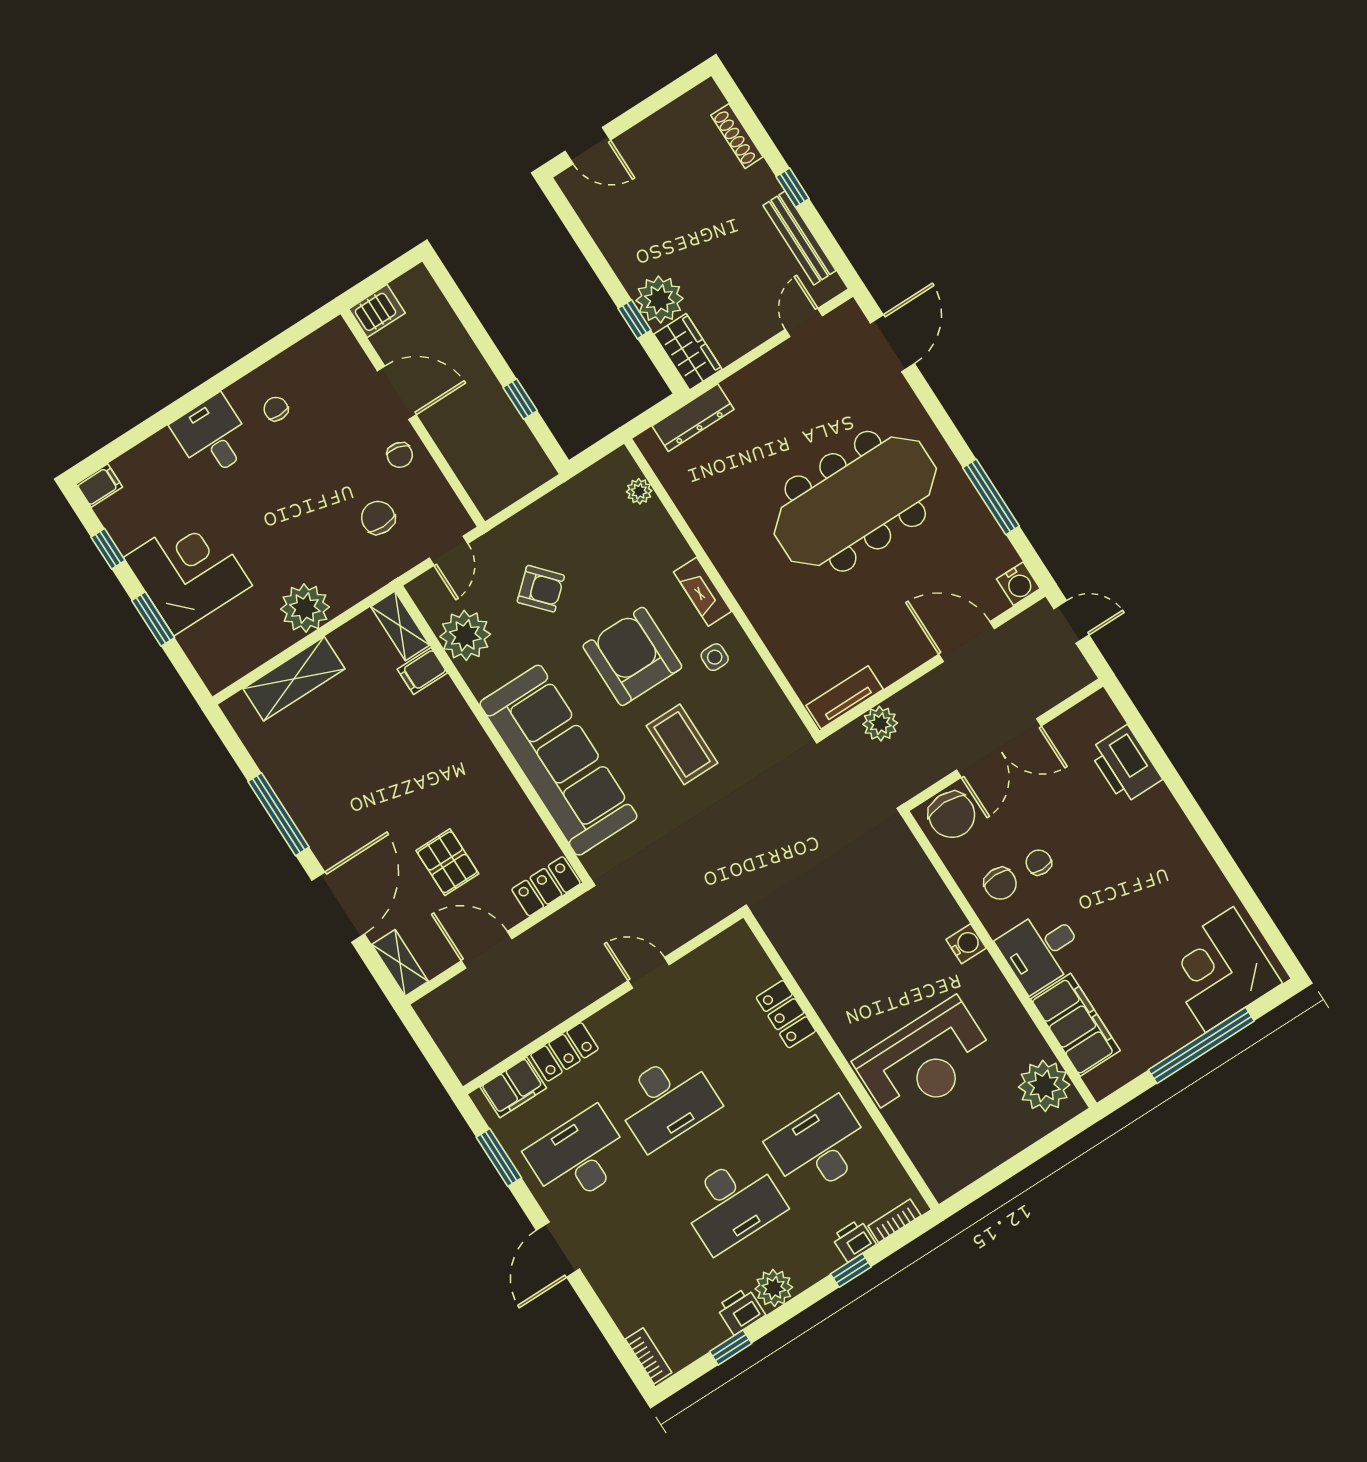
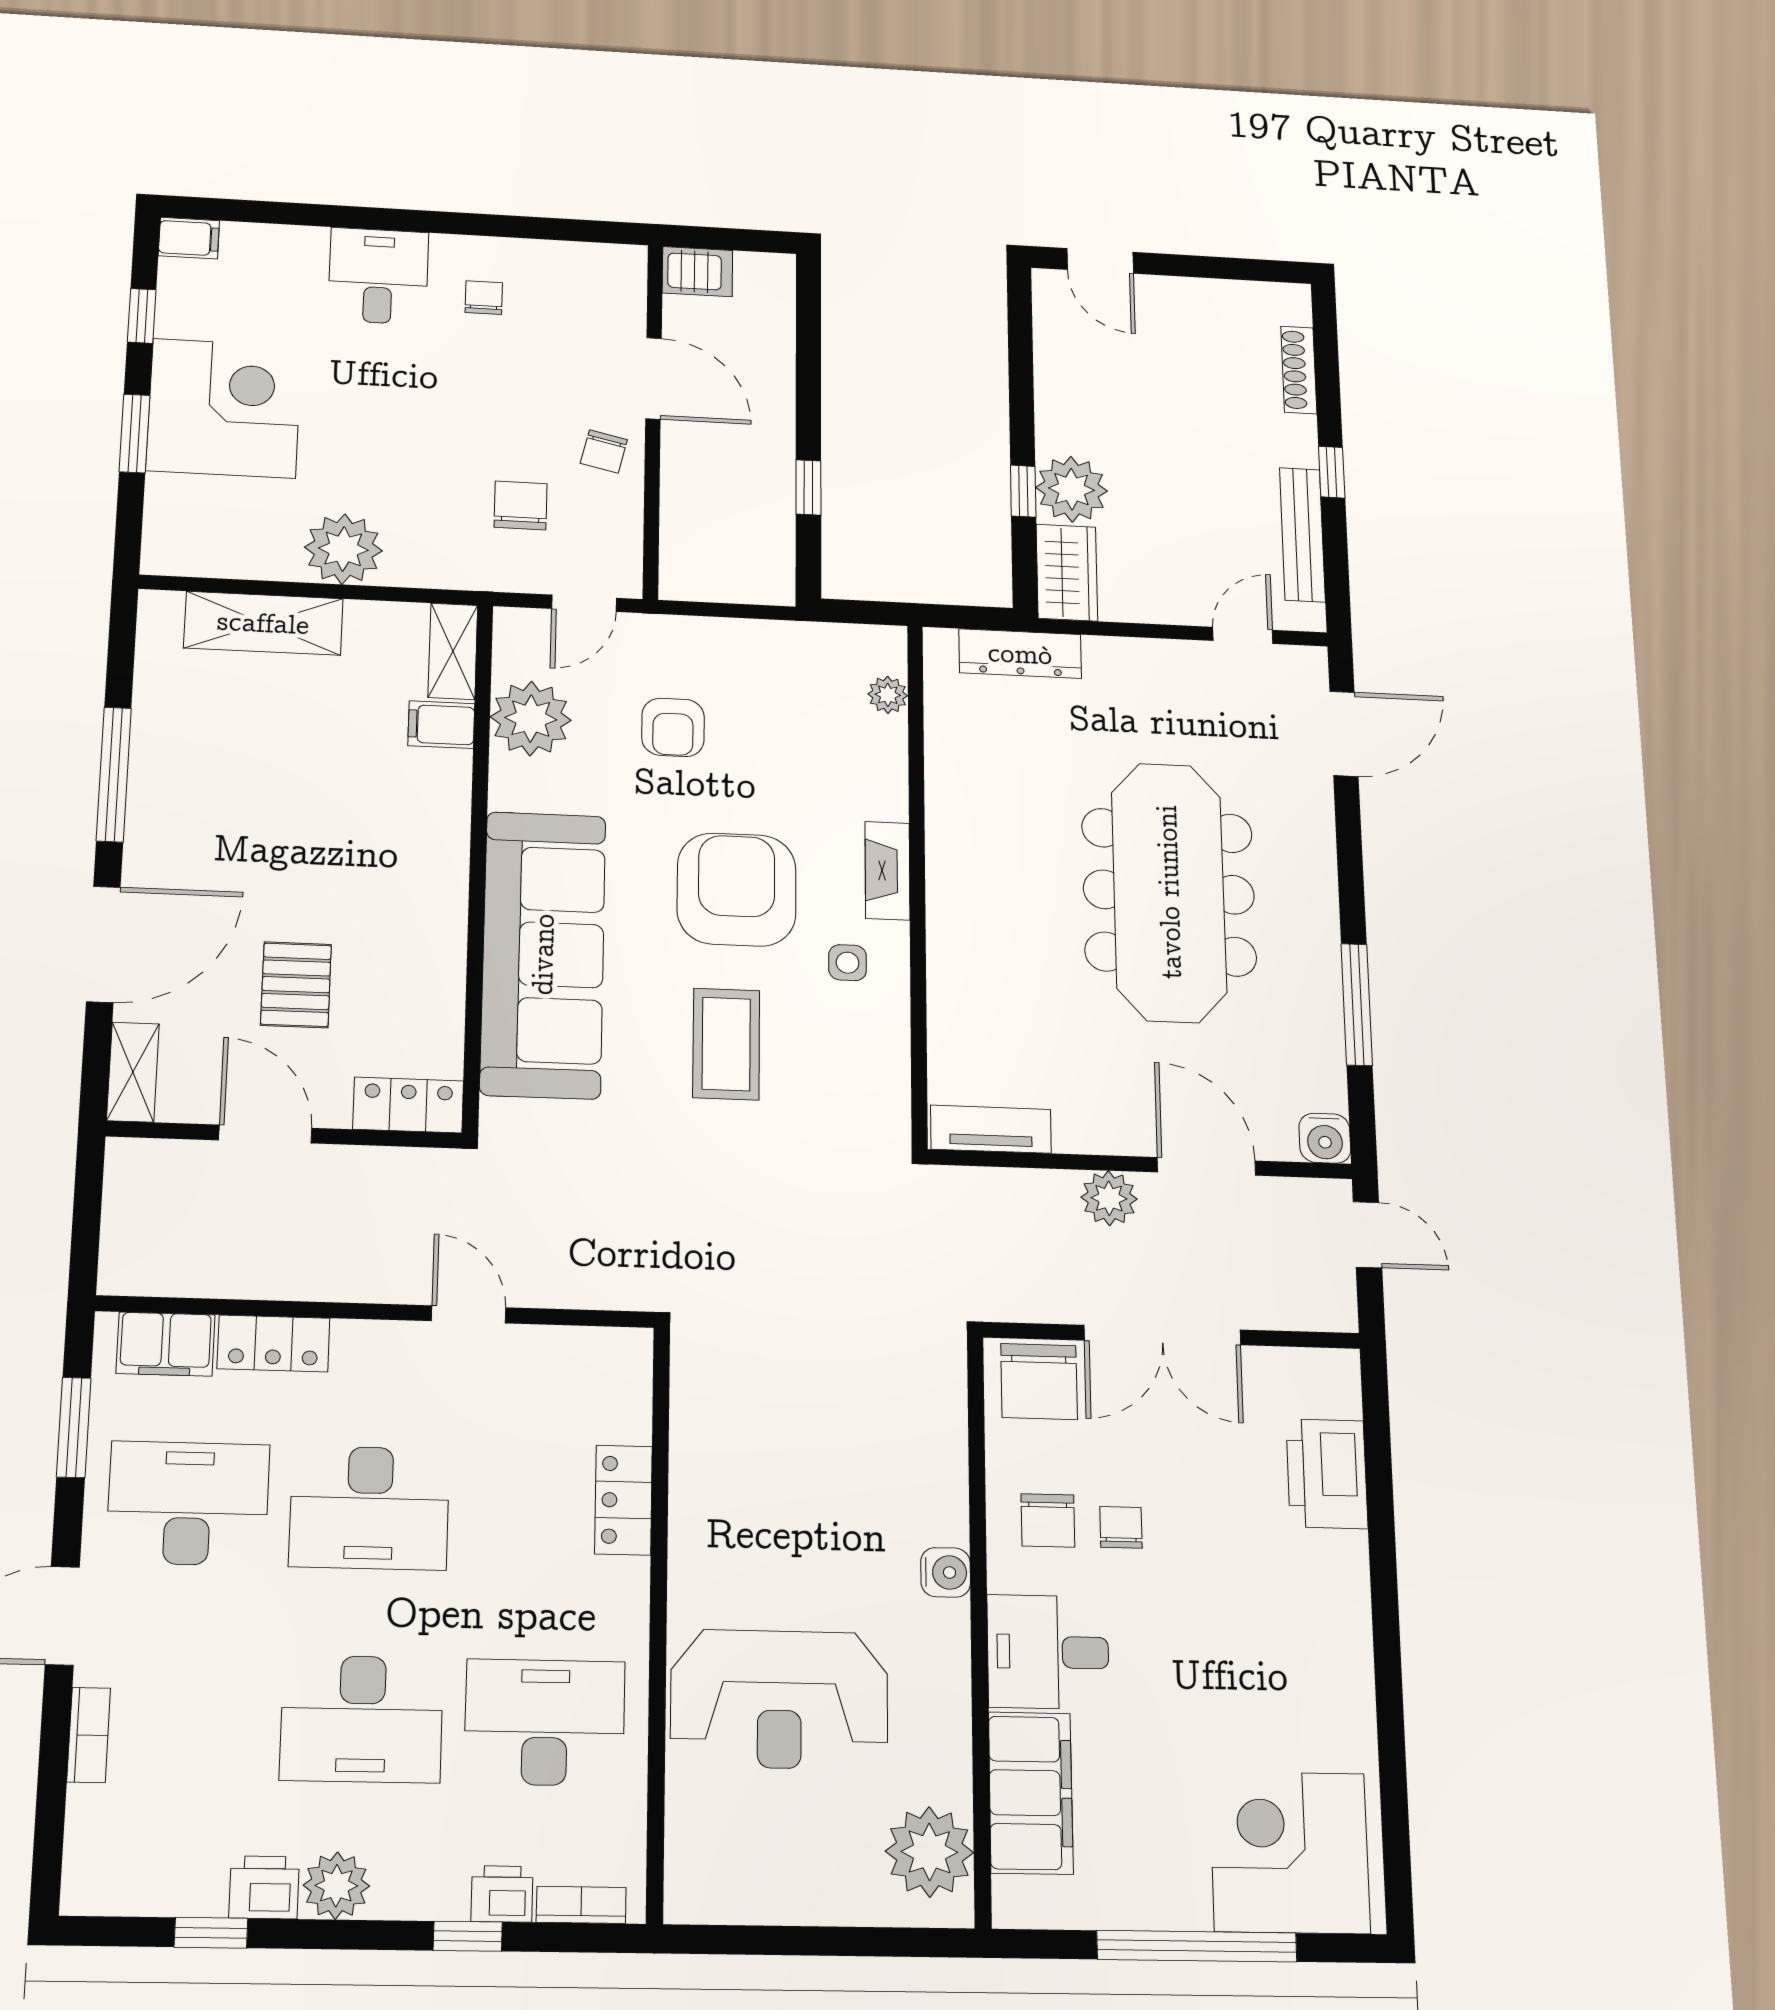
meeting table: (855, 501) -> (1169, 892), turned 90
armchair: (541, 589) -> (673, 727), turned 42
plant: (880, 724) -> (1109, 1198), moved
bookcase: (649, 1356) -> (89, 1735), moved

